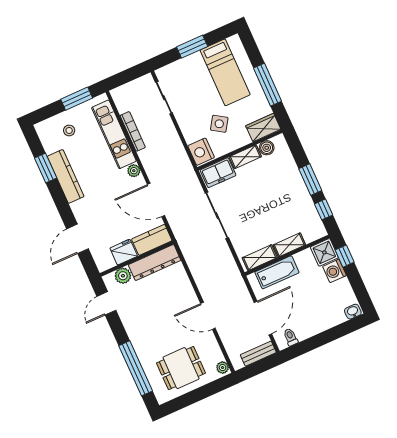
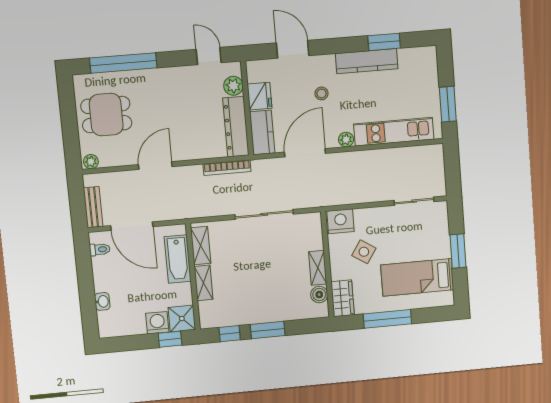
stool: (69, 130) -> (322, 93), moved
bookcase: (133, 131) -> (227, 168), moved
freezer: (218, 173) -> (311, 232), removed
washbasin: (353, 312) -> (102, 301), moved
dining table: (181, 368) -> (106, 115), turned 90

